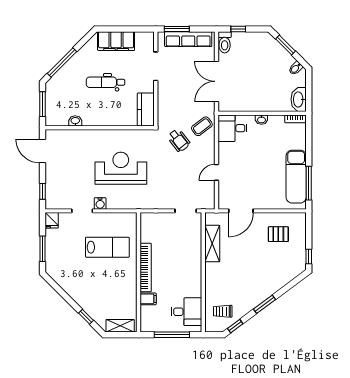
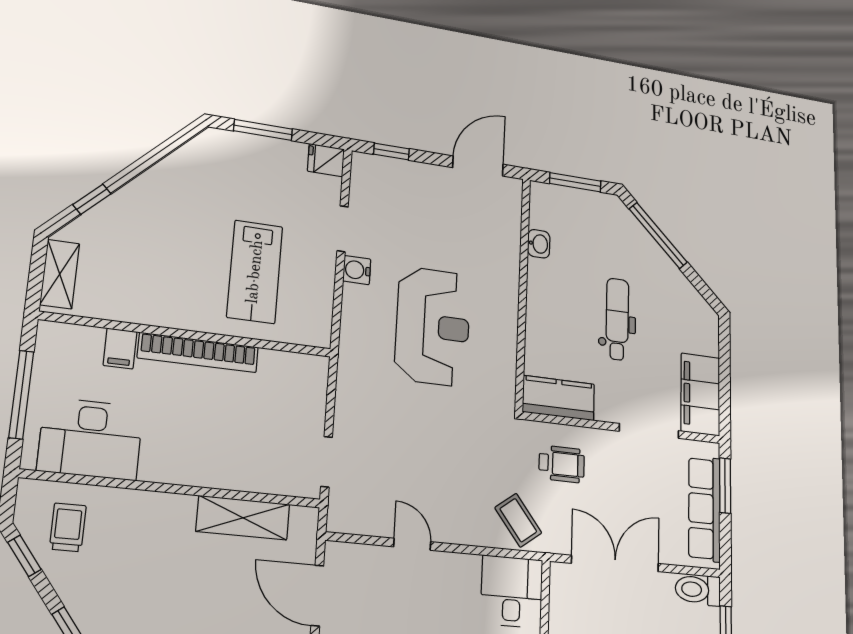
filing cabinet: (116, 41) -> (700, 394), moved
wheelchair: (179, 140) -> (562, 464), moved, turned -142
desk: (187, 312) -> (91, 439), width x1.37

